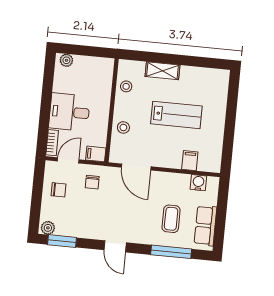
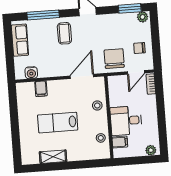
shelving: (163, 71) -> (53, 157), moved
desk: (69, 112) -> (126, 121), moved, turned 180
filing cabinet: (96, 154) -> (120, 142), moved
door: (136, 167) -> (82, 76), hinge flipped
chair: (92, 182) -> (114, 59), width x1.87, depth x1.87
coffee table: (171, 219) -> (64, 33), moved

